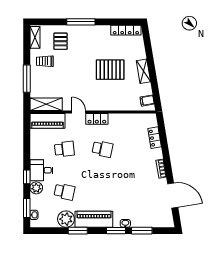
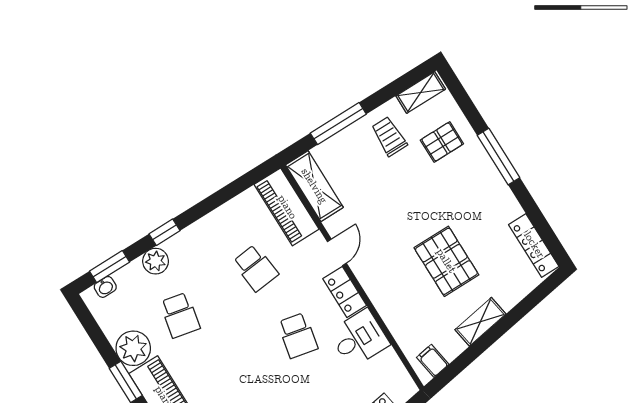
desk: (42, 170) -> (359, 338), moved, turned 90

